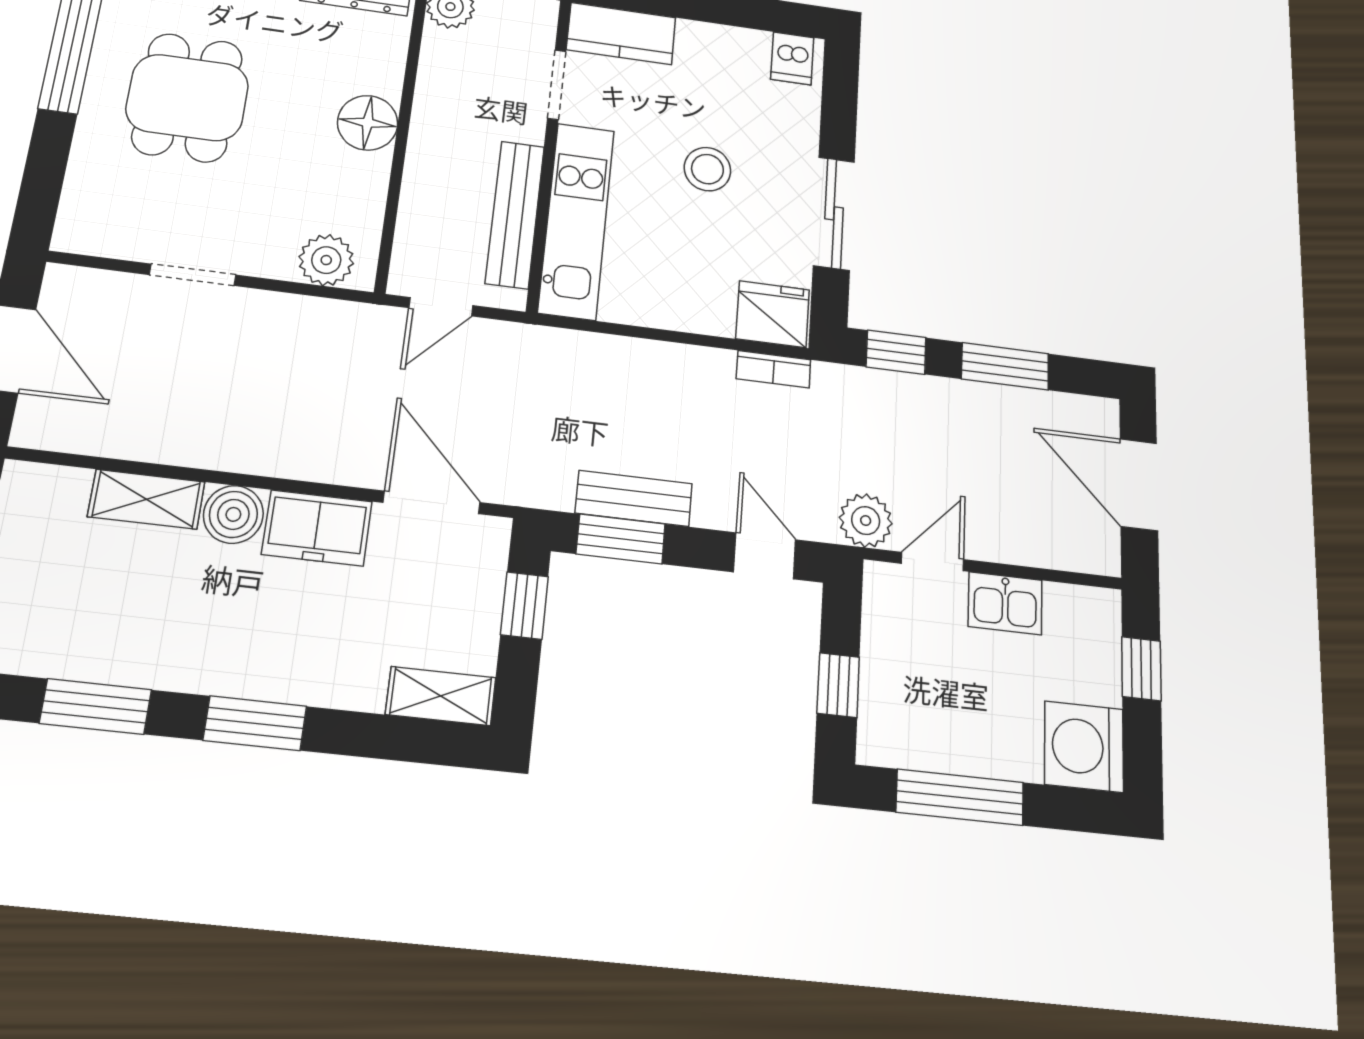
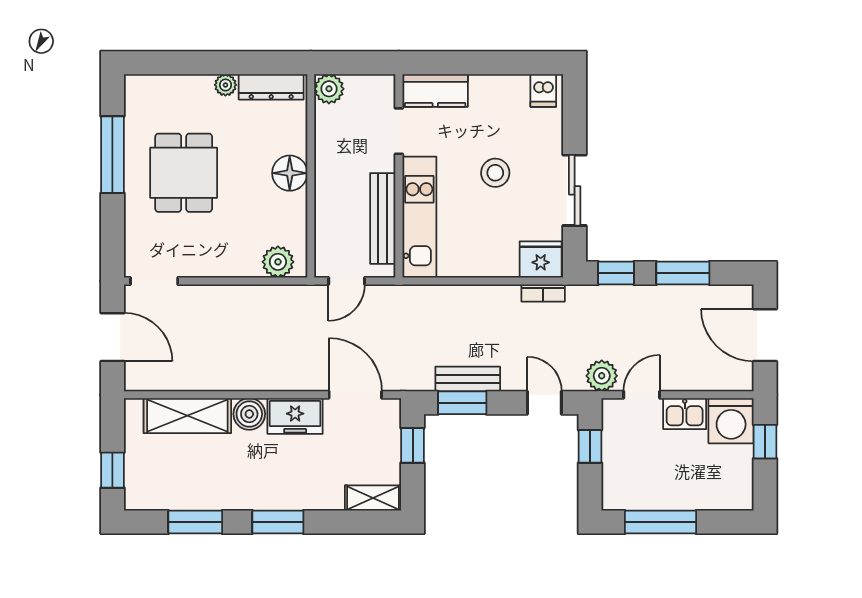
doorway: (193, 275) -> (154, 281), moved
shelving: (146, 499) -> (187, 416), width x1.50, depth x1.33
window: (838, 685) -> (590, 446), moved
washing machine: (1084, 747) -> (731, 421), moved, turned -90

